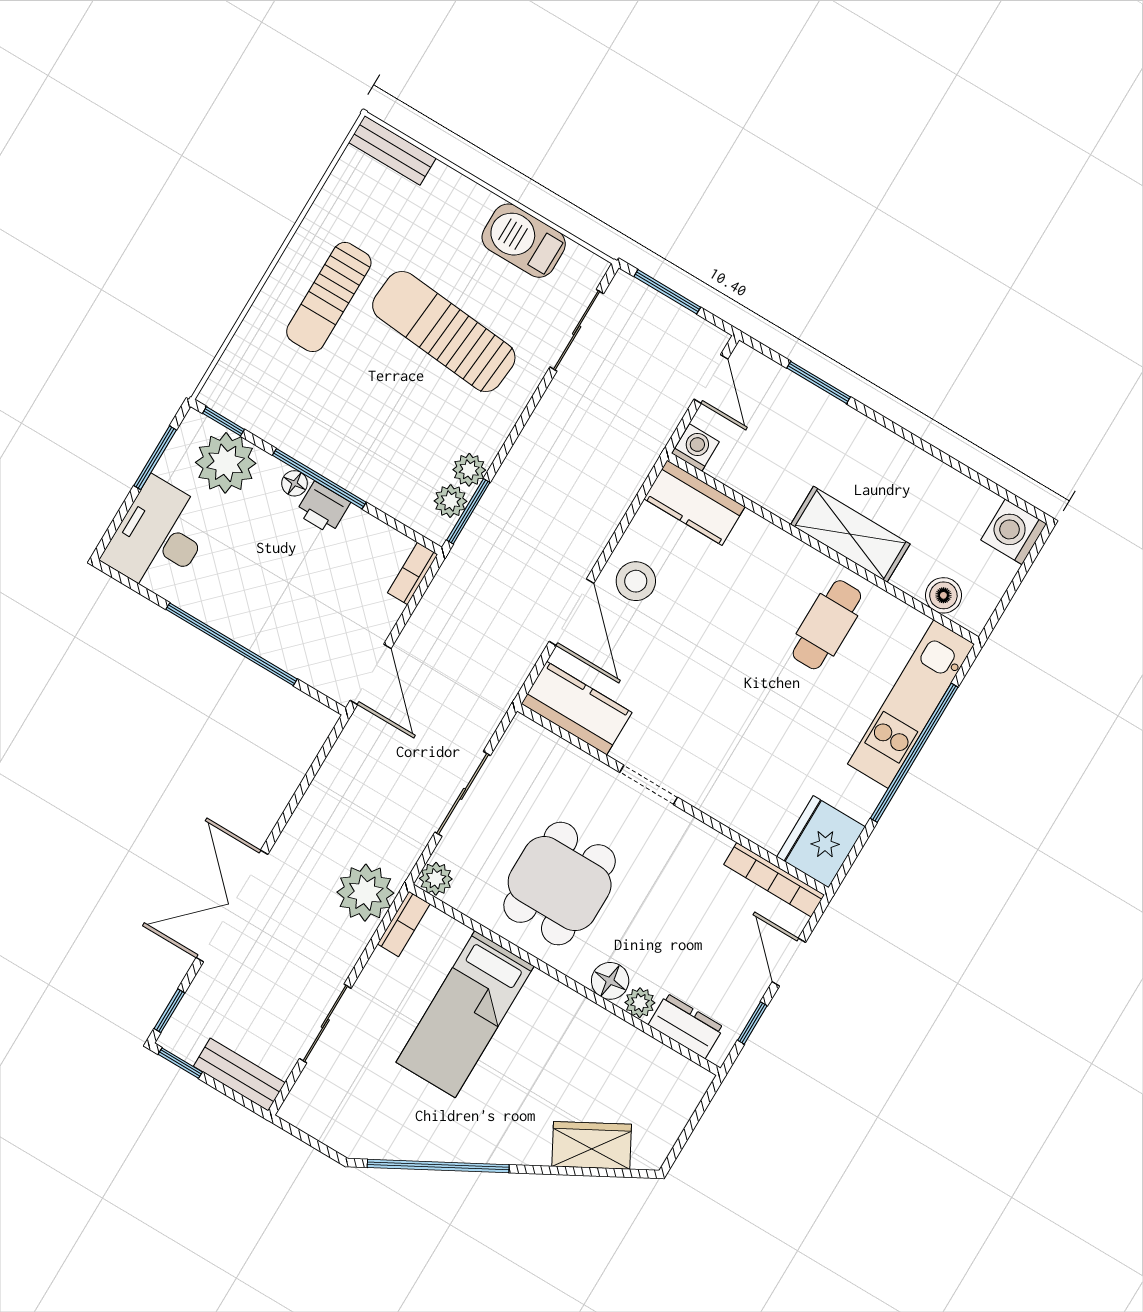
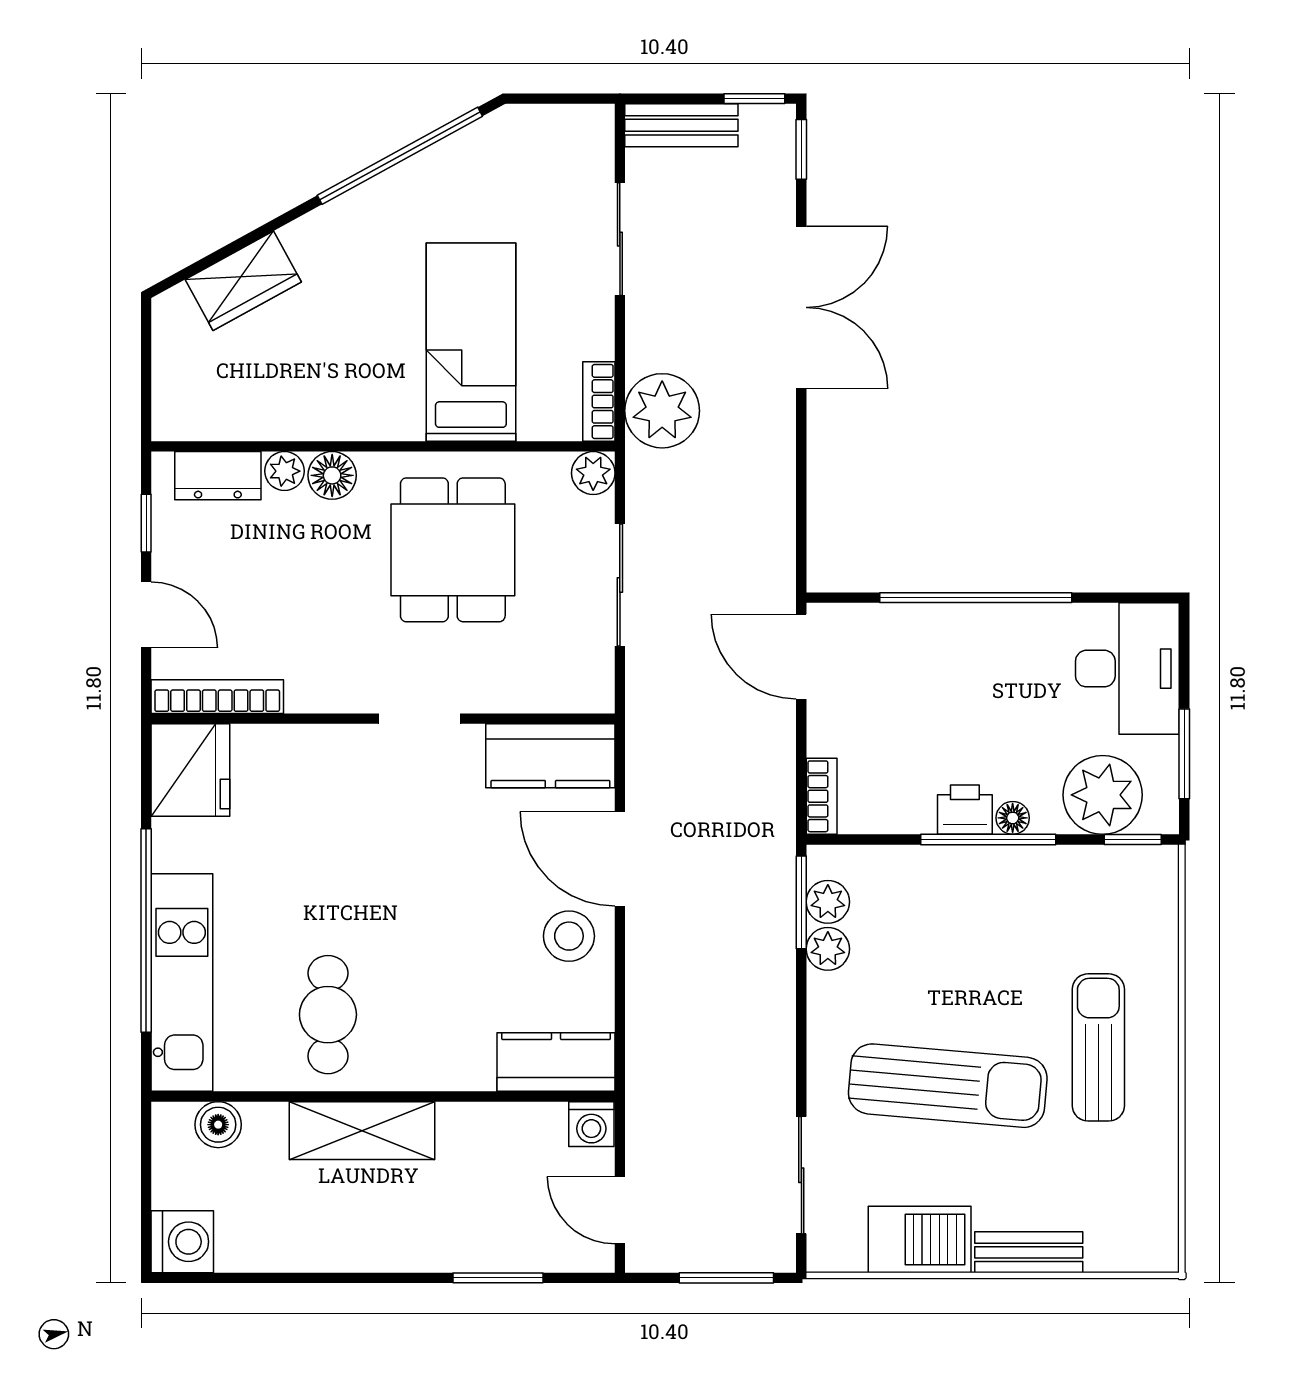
bench: (392, 150) -> (1029, 1252), moved

